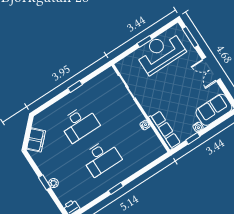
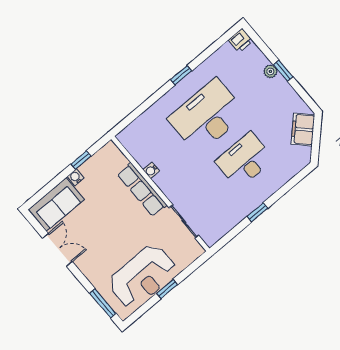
double door: (211, 69) -> (57, 250), moved
row of seats: (165, 130) -> (142, 190), moved
desk: (101, 158) -> (207, 116), width x1.36, depth x1.30

